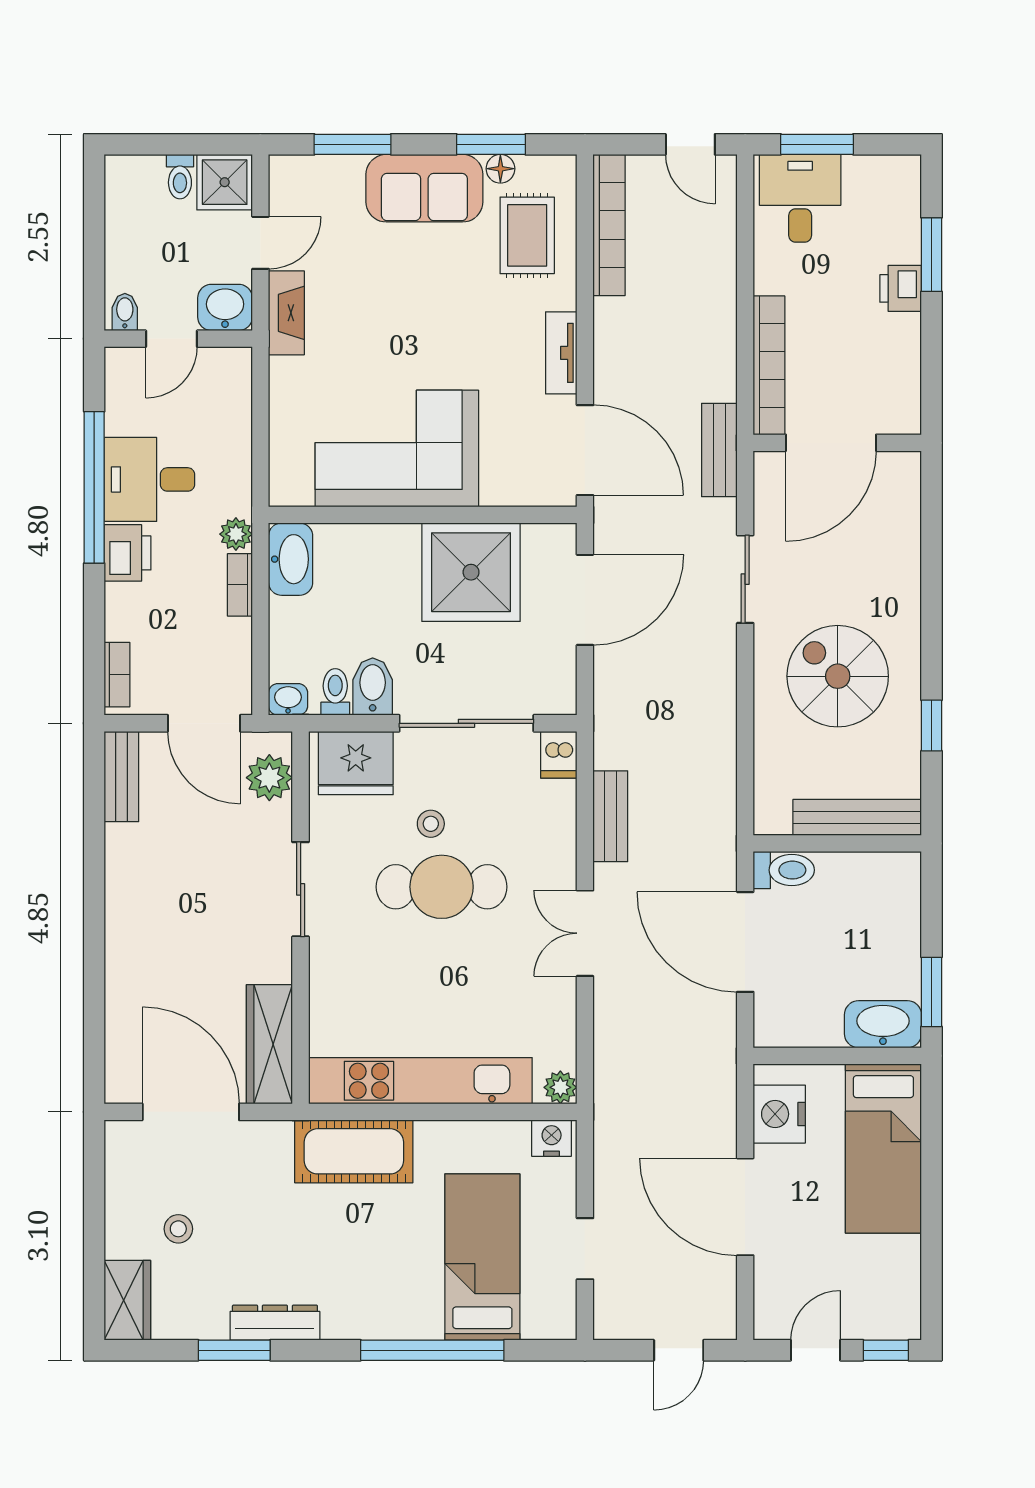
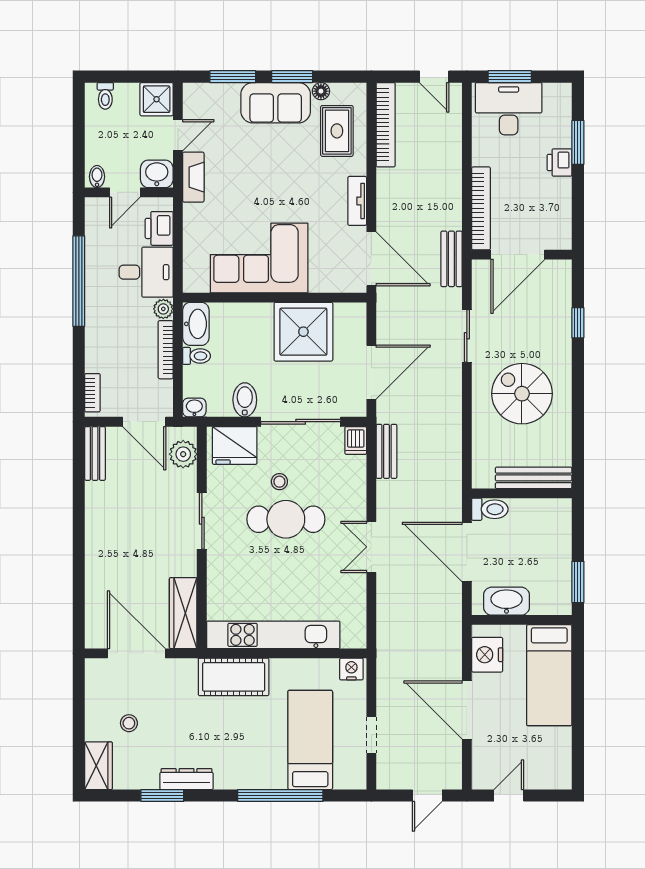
window: (491, 144) -> (292, 77), moved
toilet: (180, 177) -> (105, 96), moved
desk: (800, 198) -> (509, 109), width x1.37
desk: (149, 479) -> (146, 272), moved, turned 180
printer: (128, 553) -> (159, 228), moved, turned 180
bookcase: (240, 585) -> (166, 350), width x1.56
door: (585, 600) -> (371, 372), moved
toilet: (335, 692) -> (197, 356), moved, turned 90
window: (931, 726) -> (578, 323), moved
bench: (610, 816) -> (386, 451), moved
washbasin: (883, 1024) -> (506, 601), moved
plant: (560, 1087) -> (357, 639), removed
window: (886, 1350) -> (551, 796), removed

